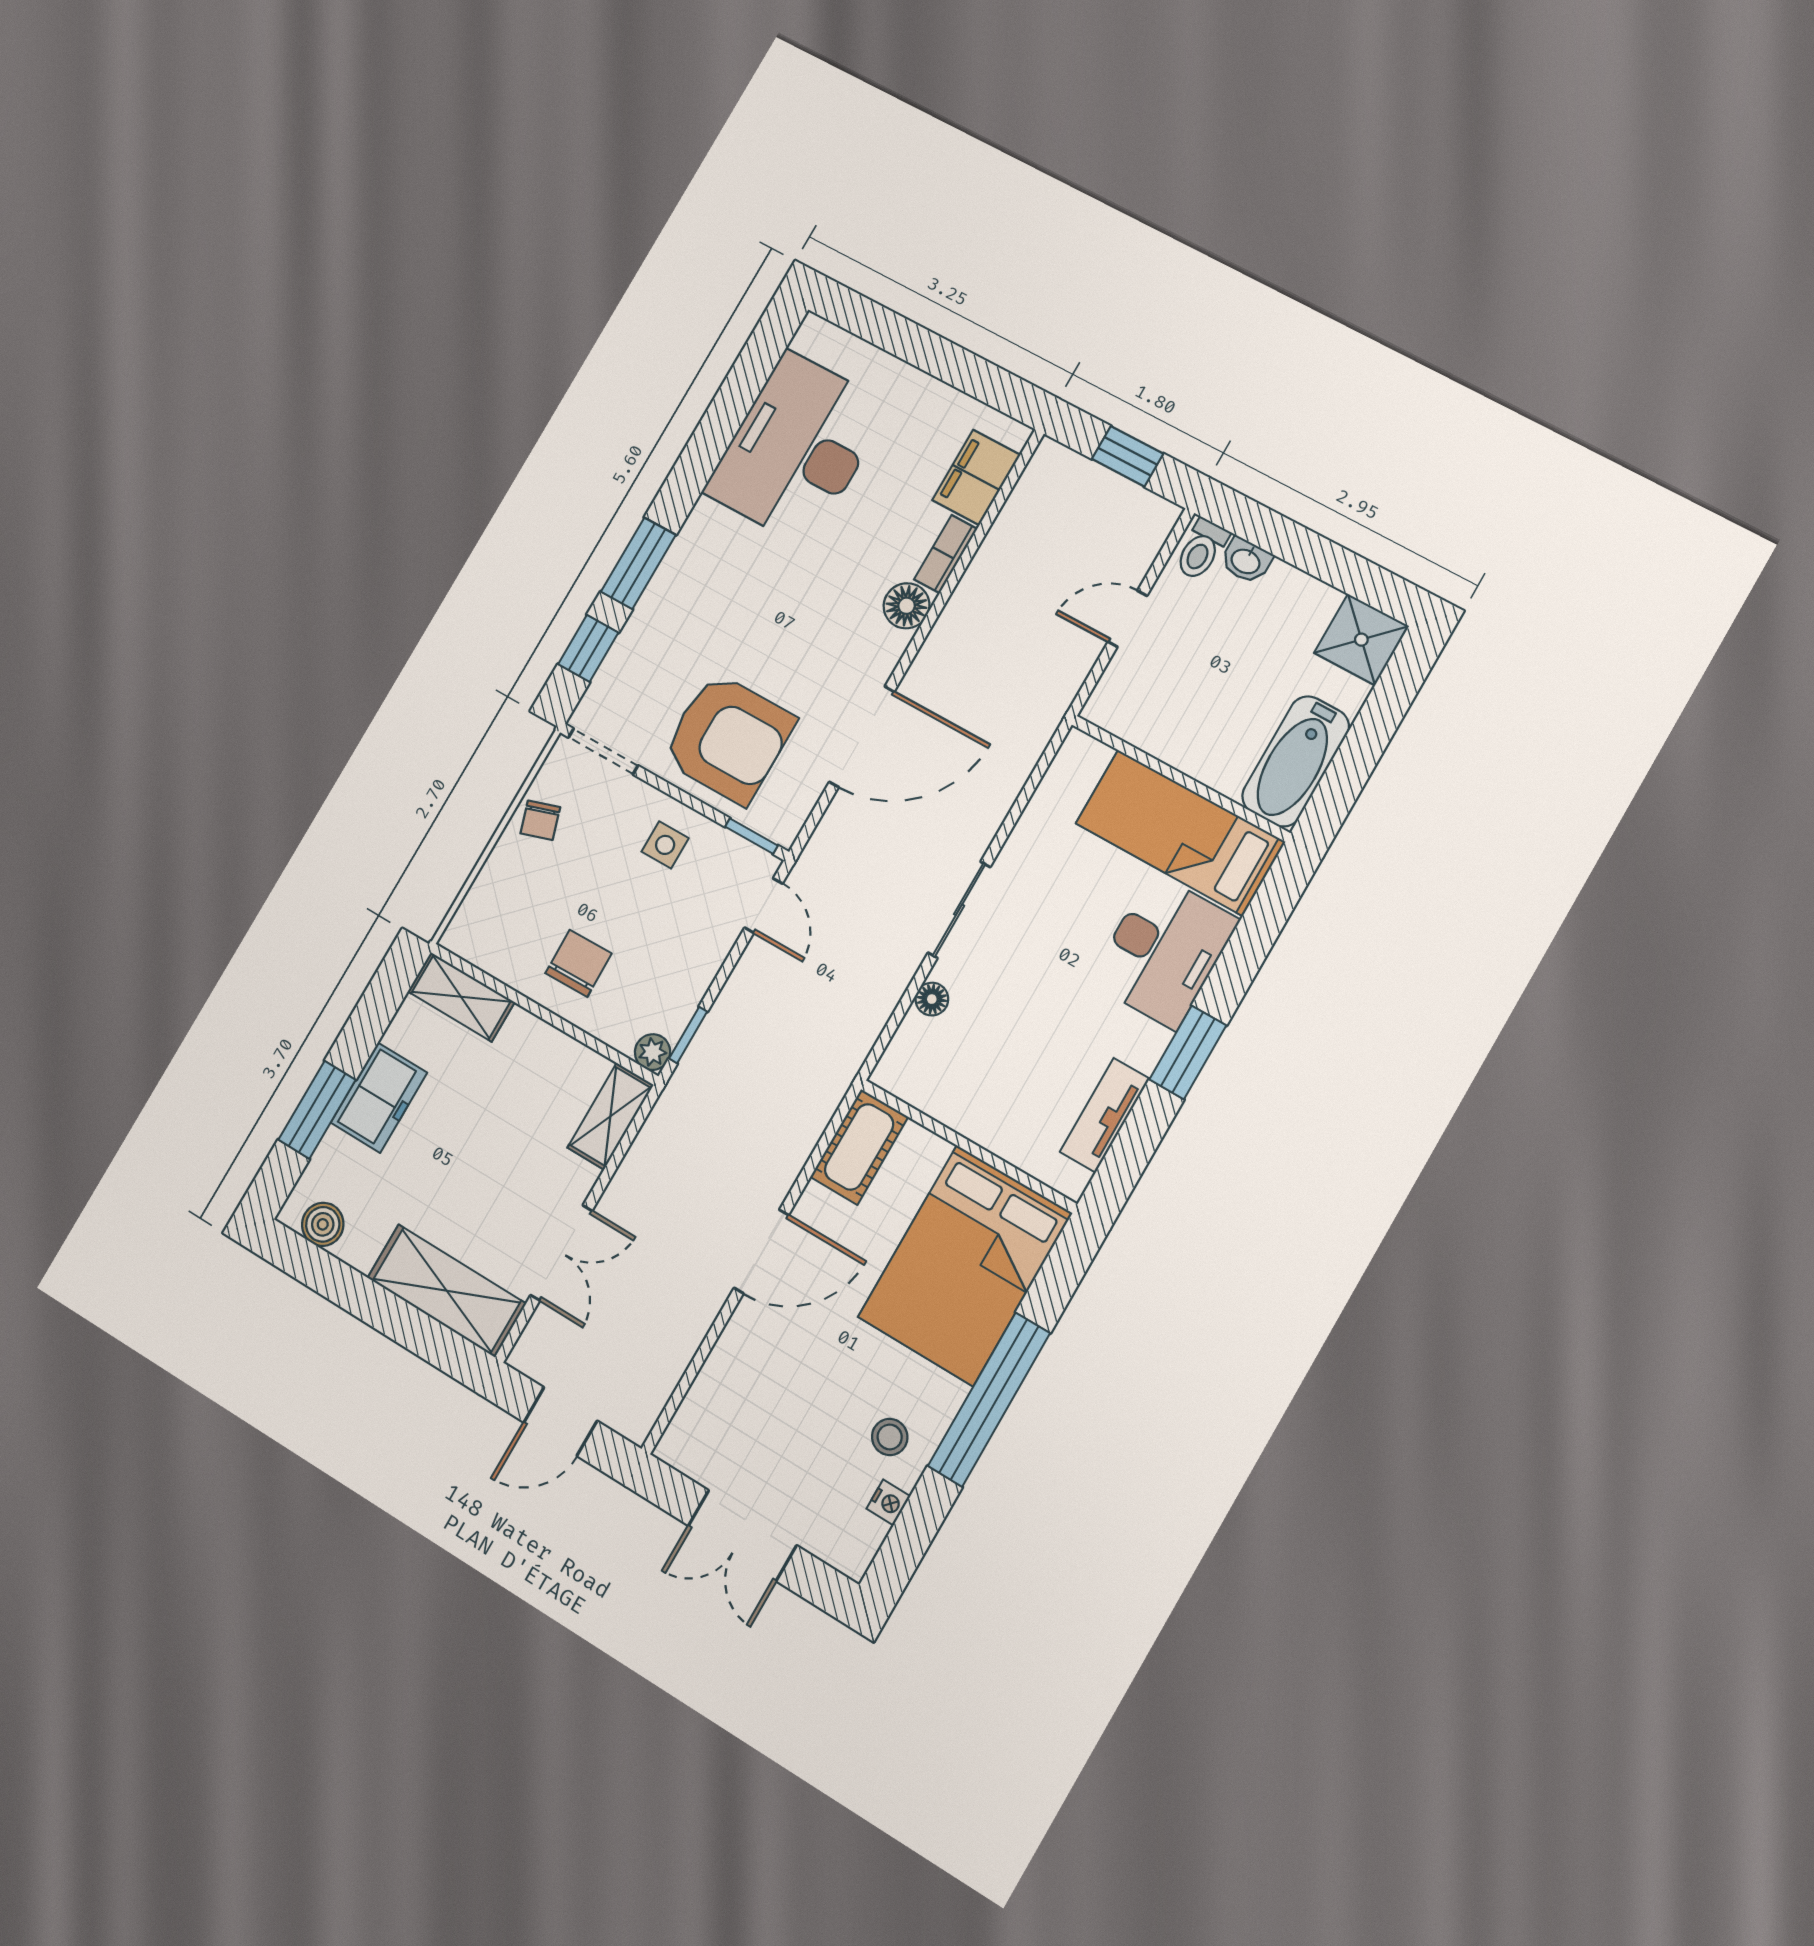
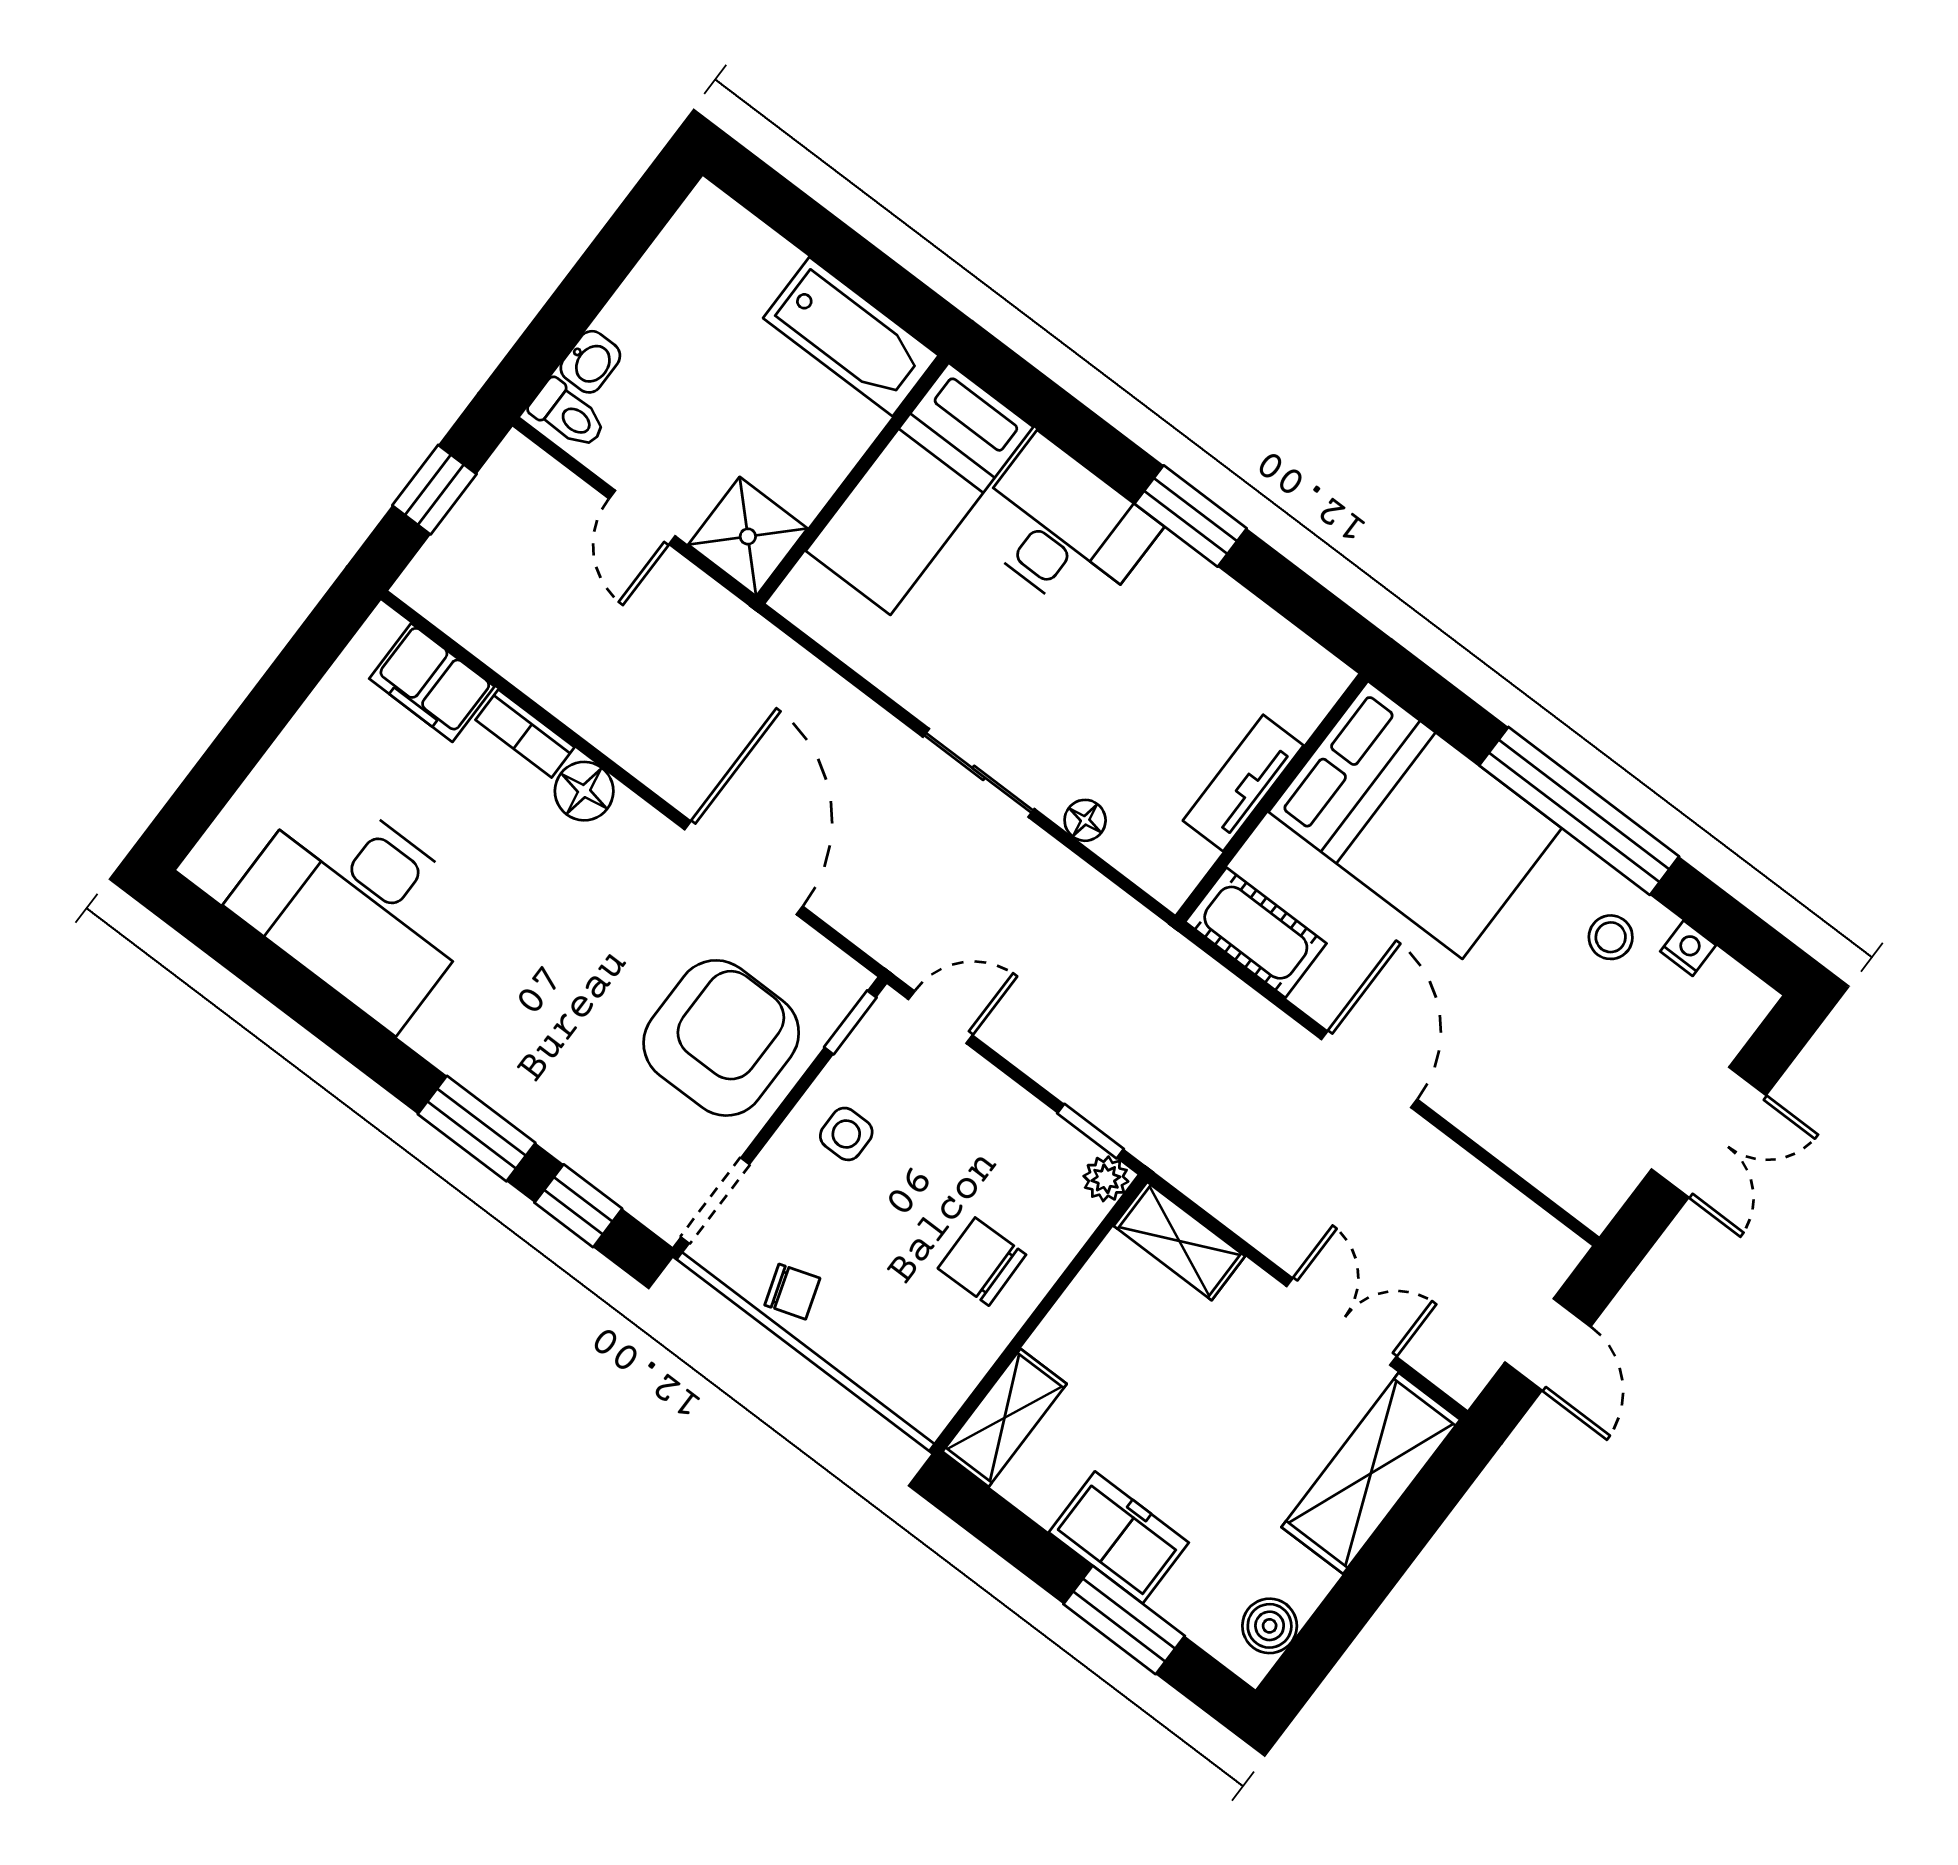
shower: (1361, 640) -> (748, 536), moved
tv unit: (1105, 1115) -> (1243, 783), moved, turned 90

